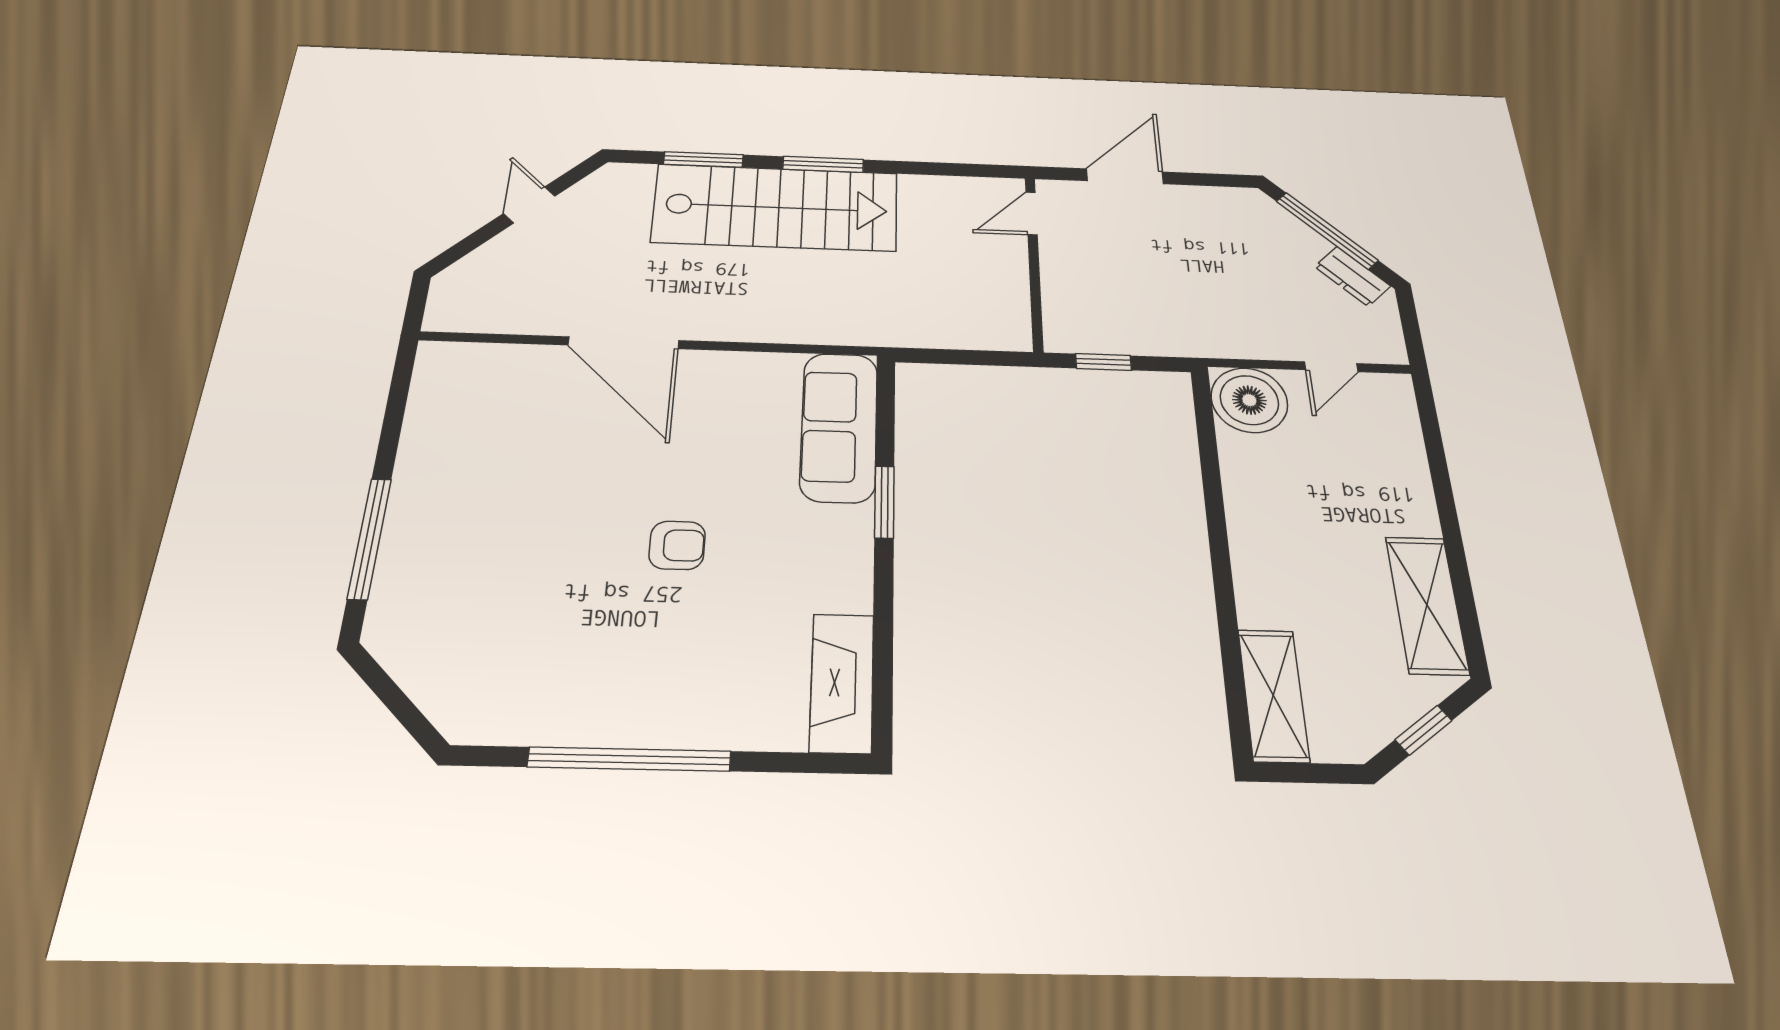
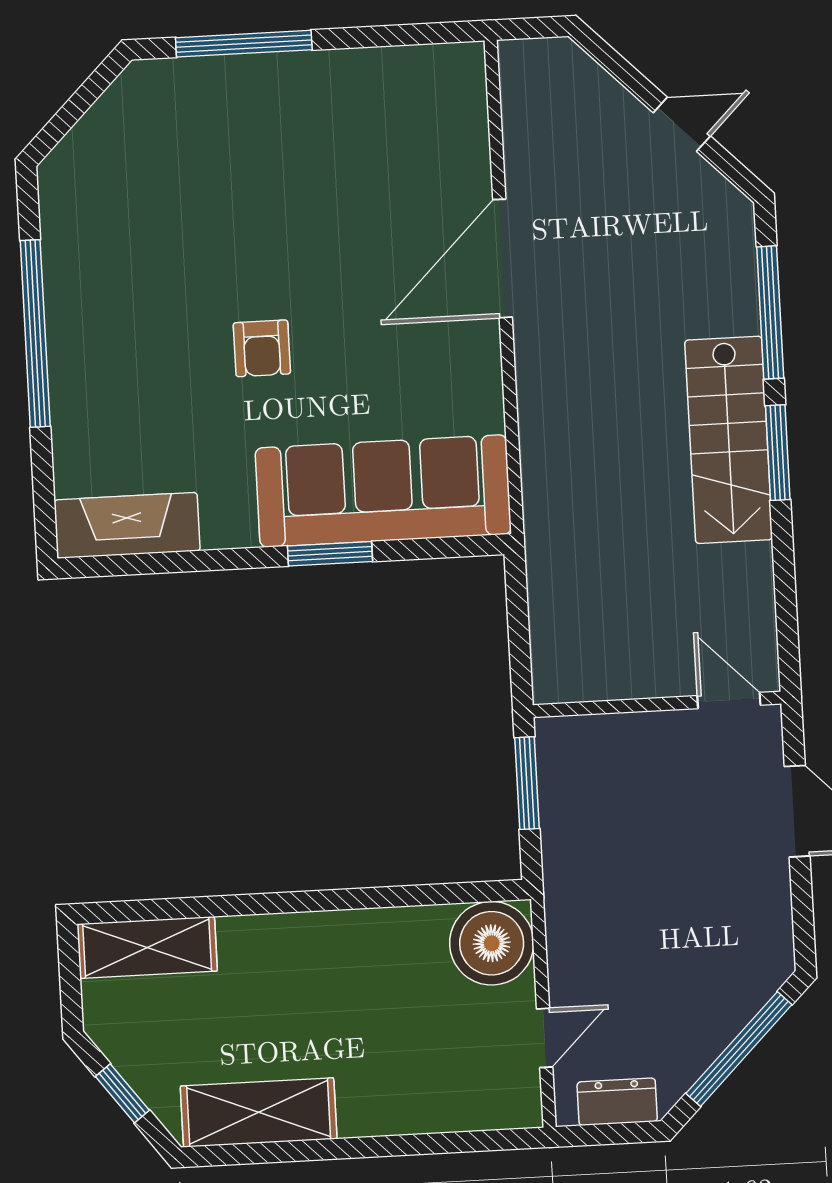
window: (703, 160) -> (770, 312), width x1.44
stairs: (776, 207) -> (729, 440), width x0.73, depth x0.66
dresser: (1352, 276) -> (617, 1102), moved, turned 45
window: (1103, 362) -> (527, 783), width x1.50
door: (1331, 367) -> (545, 1038), swing flipped
sofa: (839, 427) -> (383, 491), width x1.36, depth x1.27

